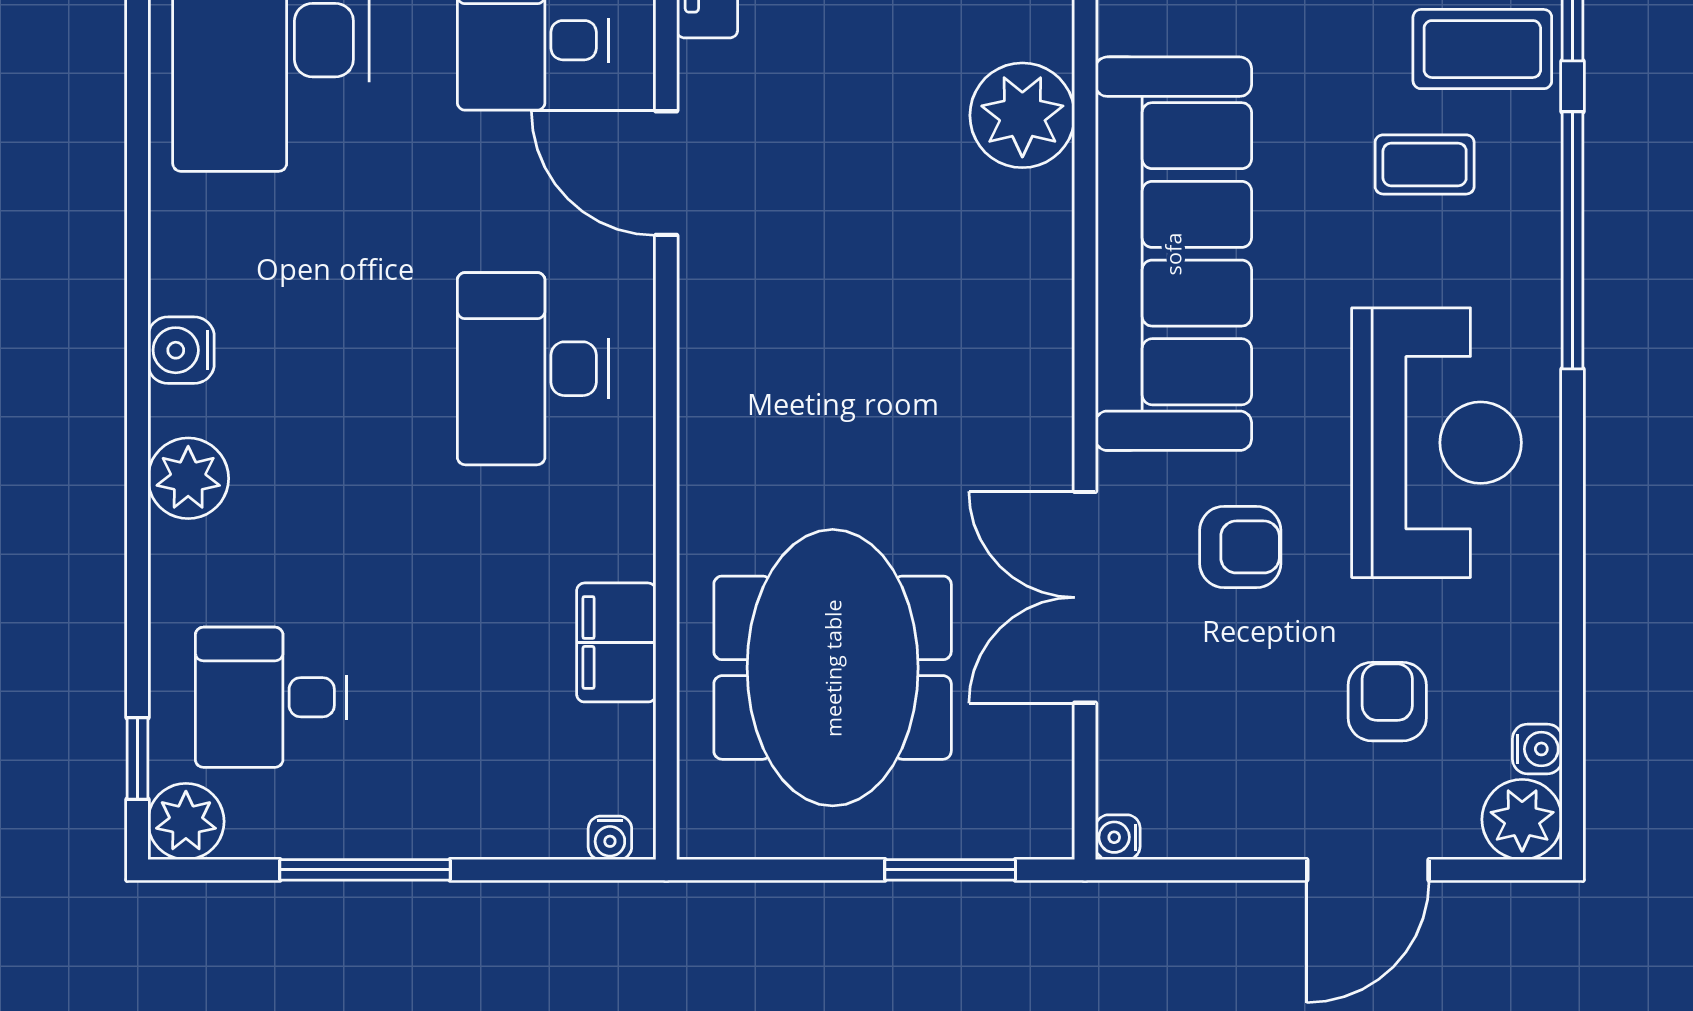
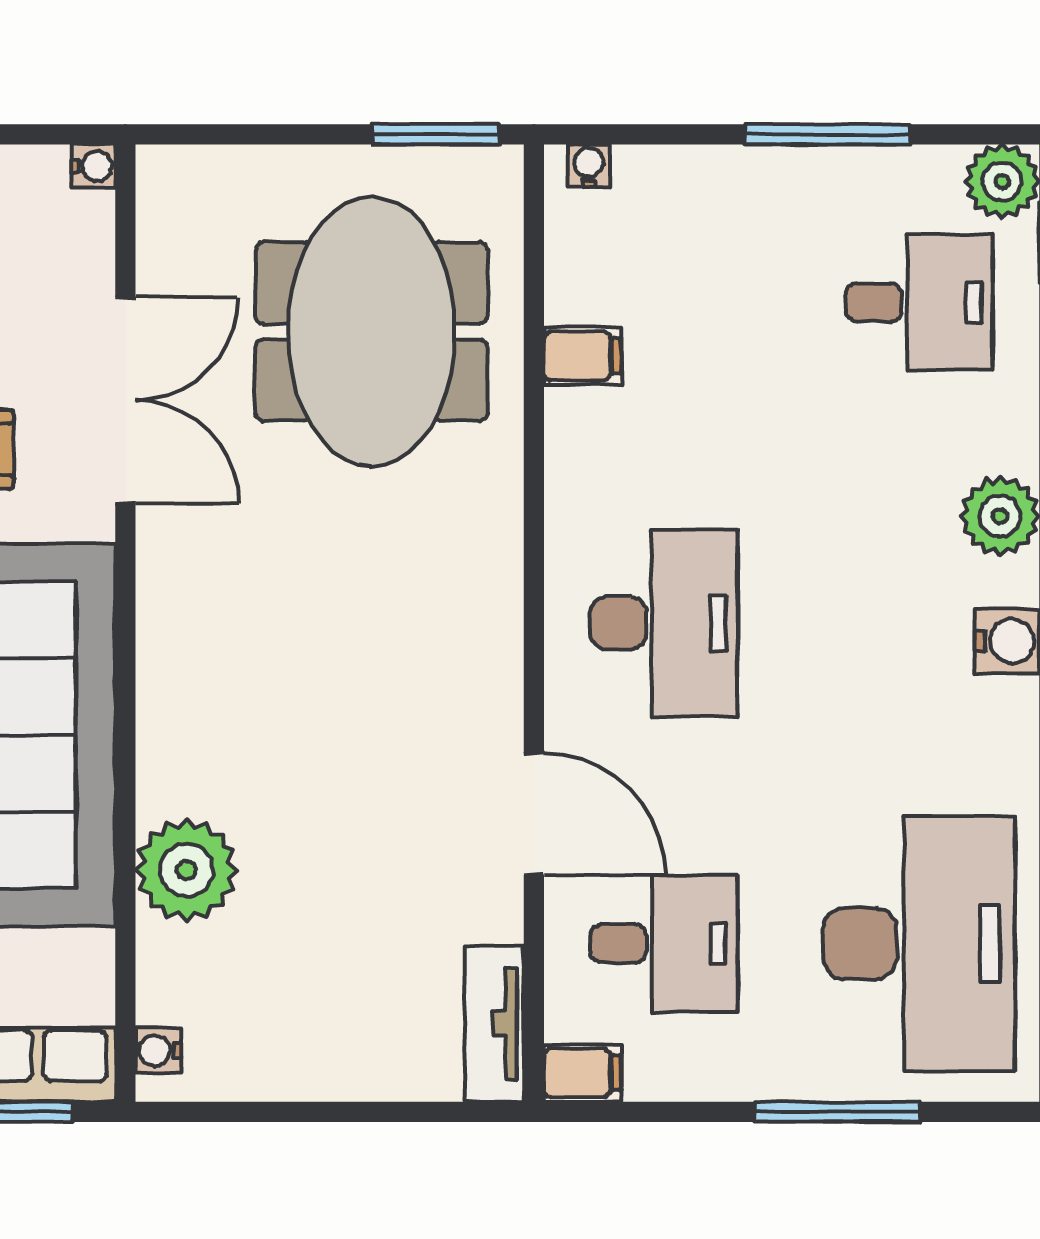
filing cabinet: (616, 642) -> (583, 356), width x0.50
window: (950, 870) -> (436, 134), moved

